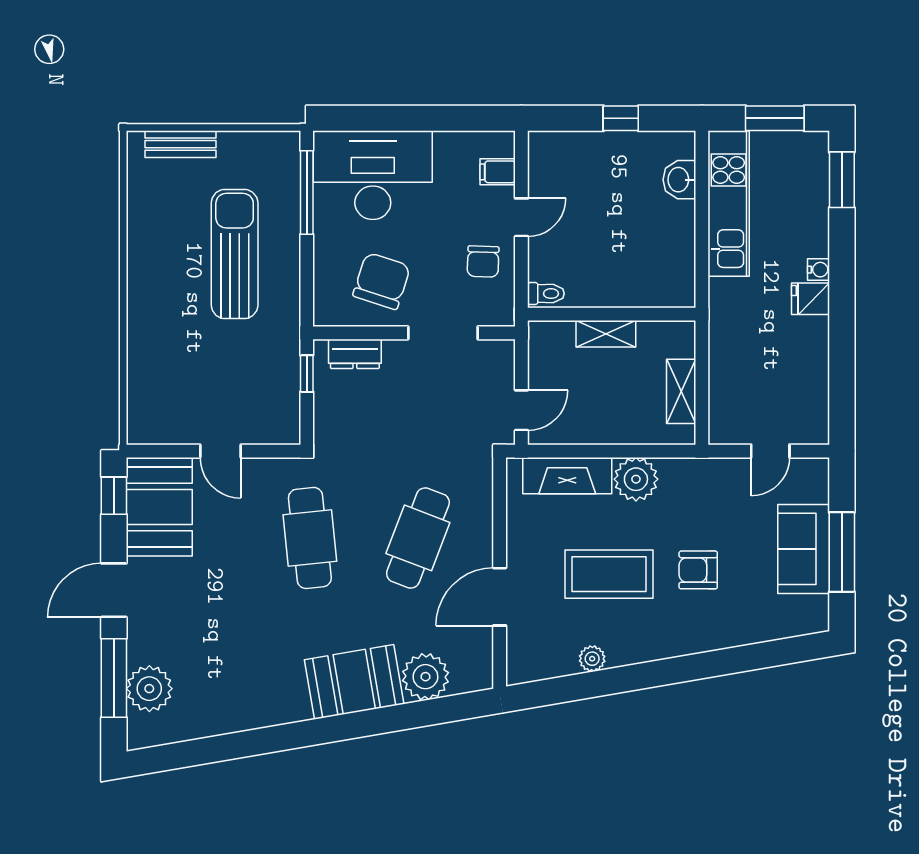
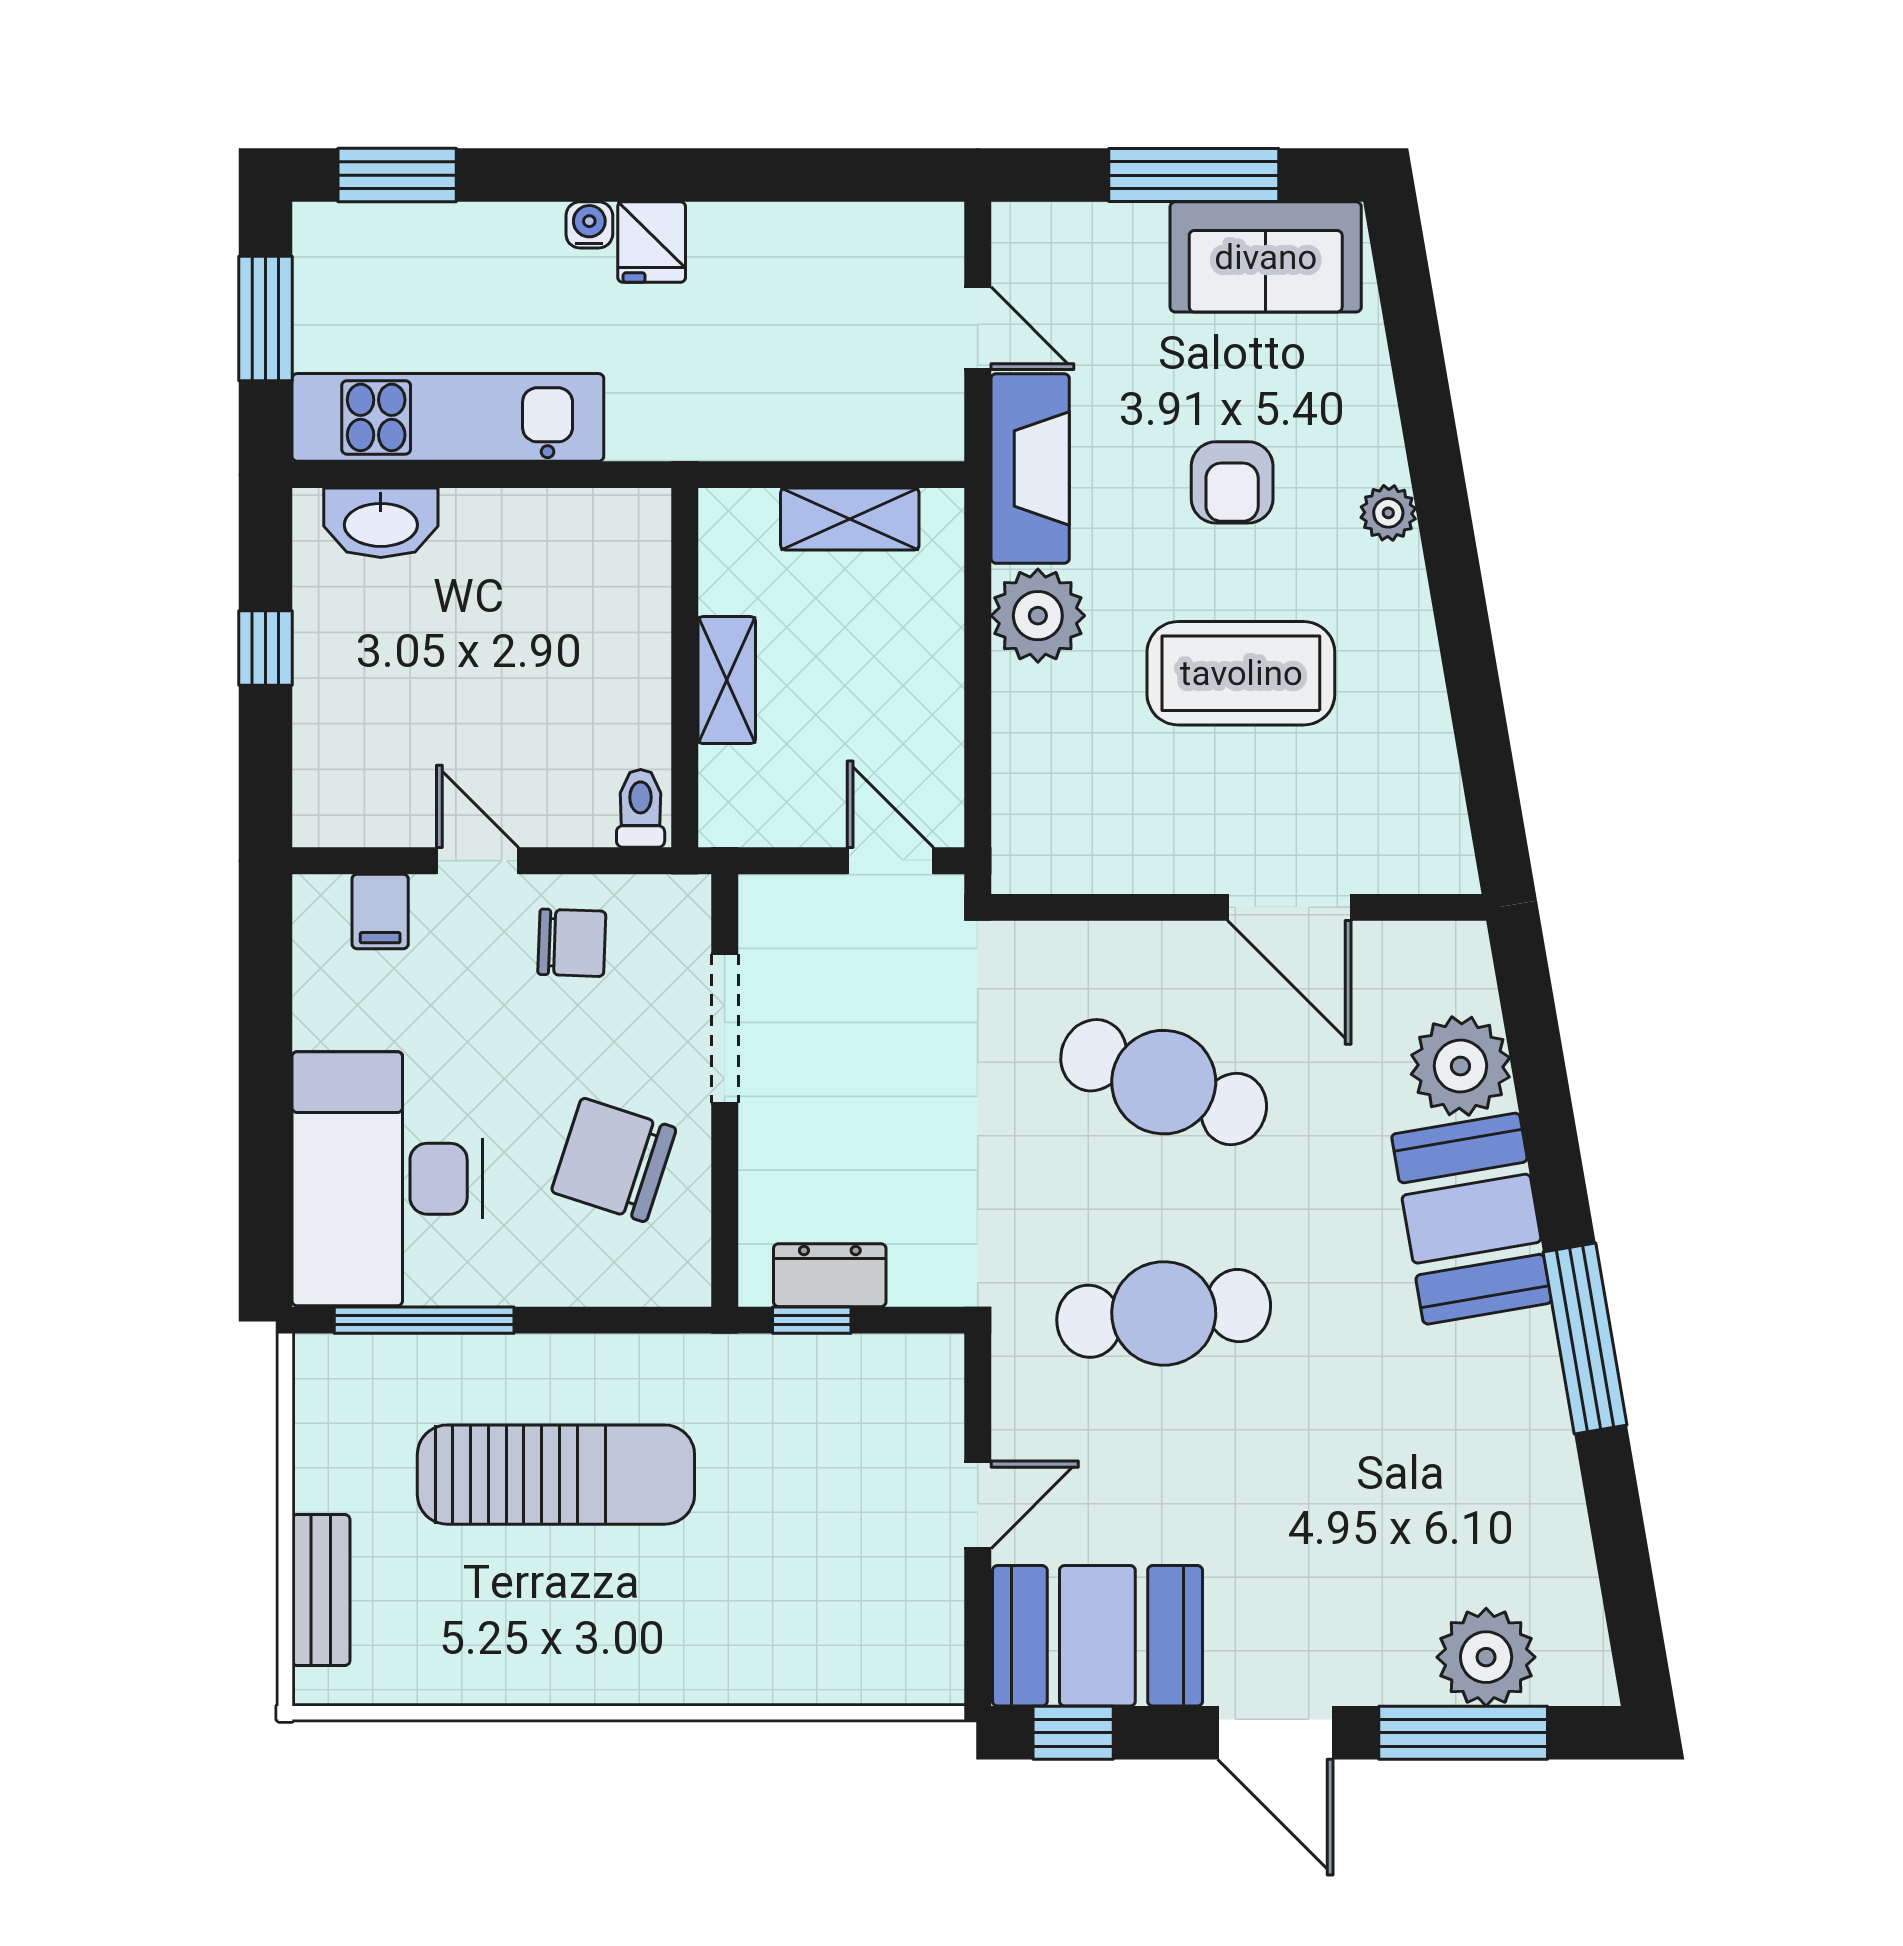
washbasin: (679, 180) -> (381, 523), width x1.38
sun lounger: (235, 254) -> (556, 1475), turned 180
dresser: (355, 354) -> (830, 1275), moved, turned -90
fireplace: (567, 476) -> (1030, 469), moved
sofa: (804, 549) -> (1266, 257), moved
coffee table: (609, 574) -> (1241, 673), turned 90
plant: (592, 659) -> (1388, 513), moved
window: (298, 735) -> (1585, 1339), added

